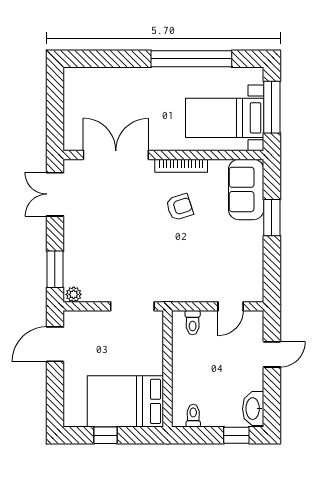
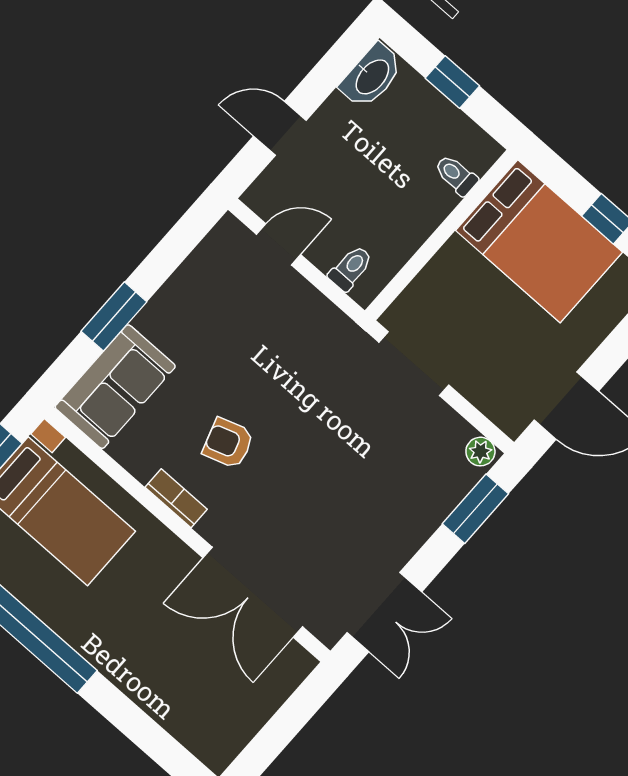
bookcase: (181, 166) -> (176, 498), width x0.64
toilet: (193, 416) -> (456, 175), moved, turned 90
window: (236, 435) -> (452, 82), moved

